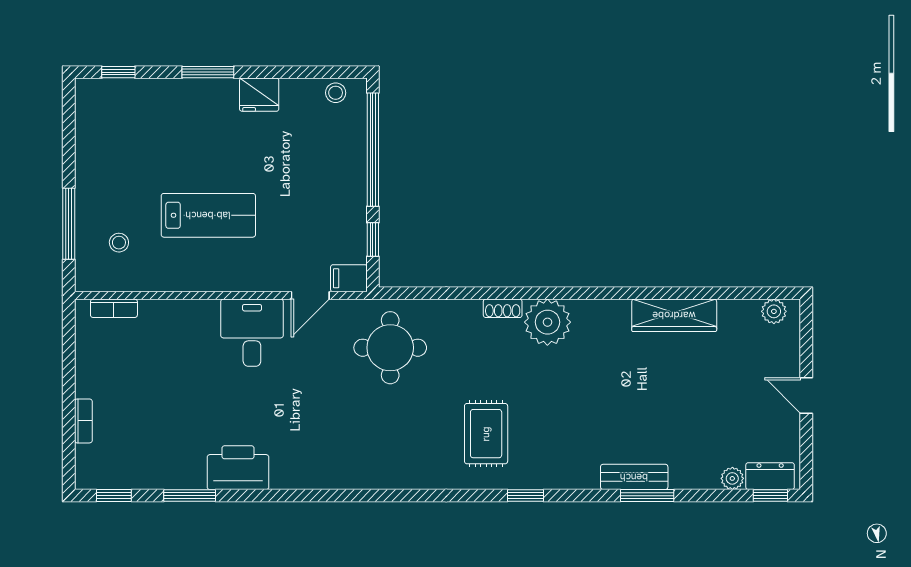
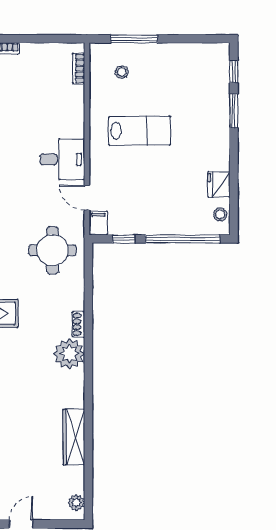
window: (208, 72) -> (234, 111), moved
fridge: (259, 95) -> (219, 184), moved
lab bench: (208, 215) -> (140, 131), turned -90

